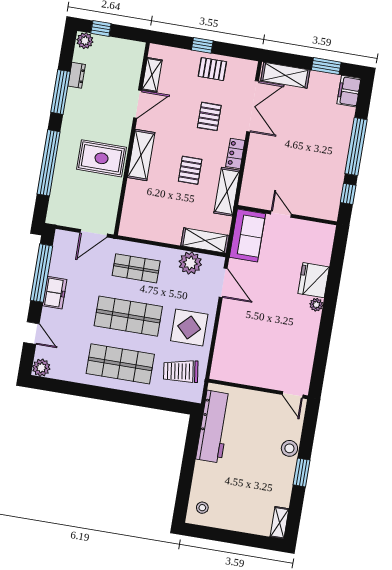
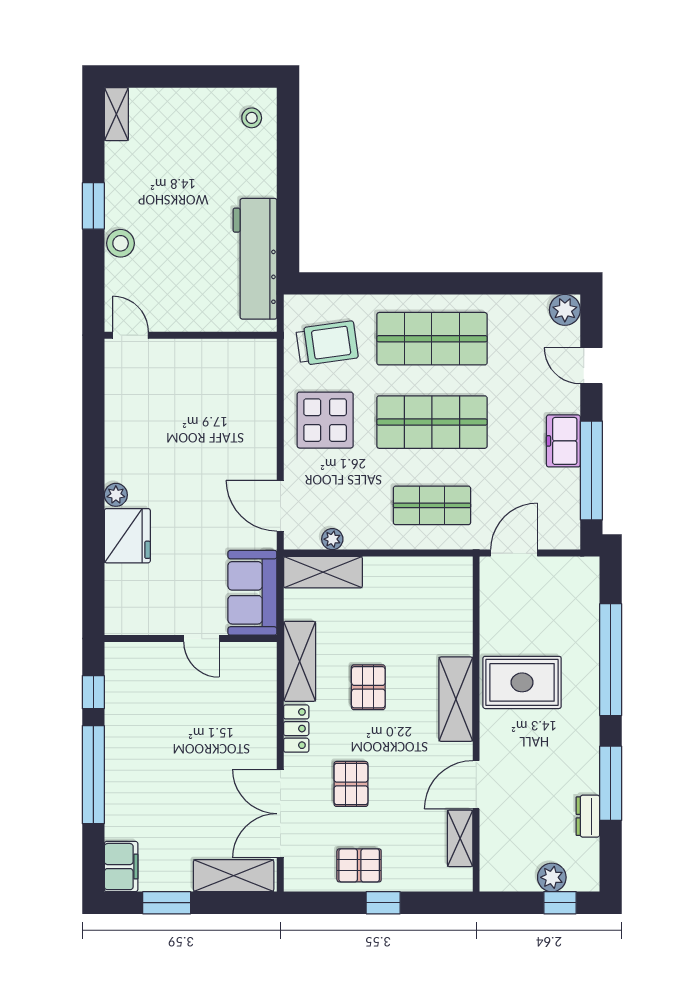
plant: (85, 41) -> (552, 877), moved
plant: (190, 263) -> (332, 539), width x0.53, depth x0.53

